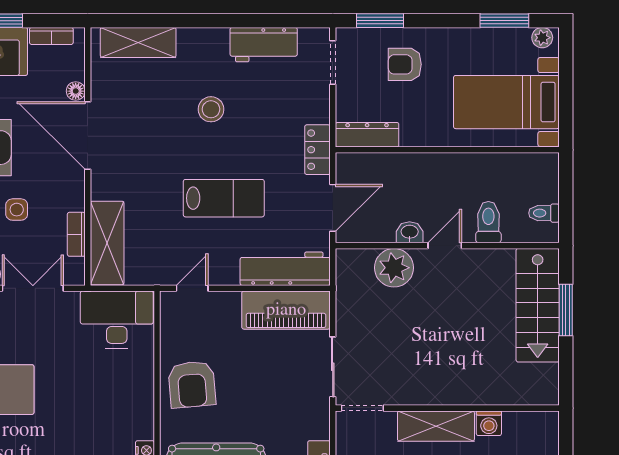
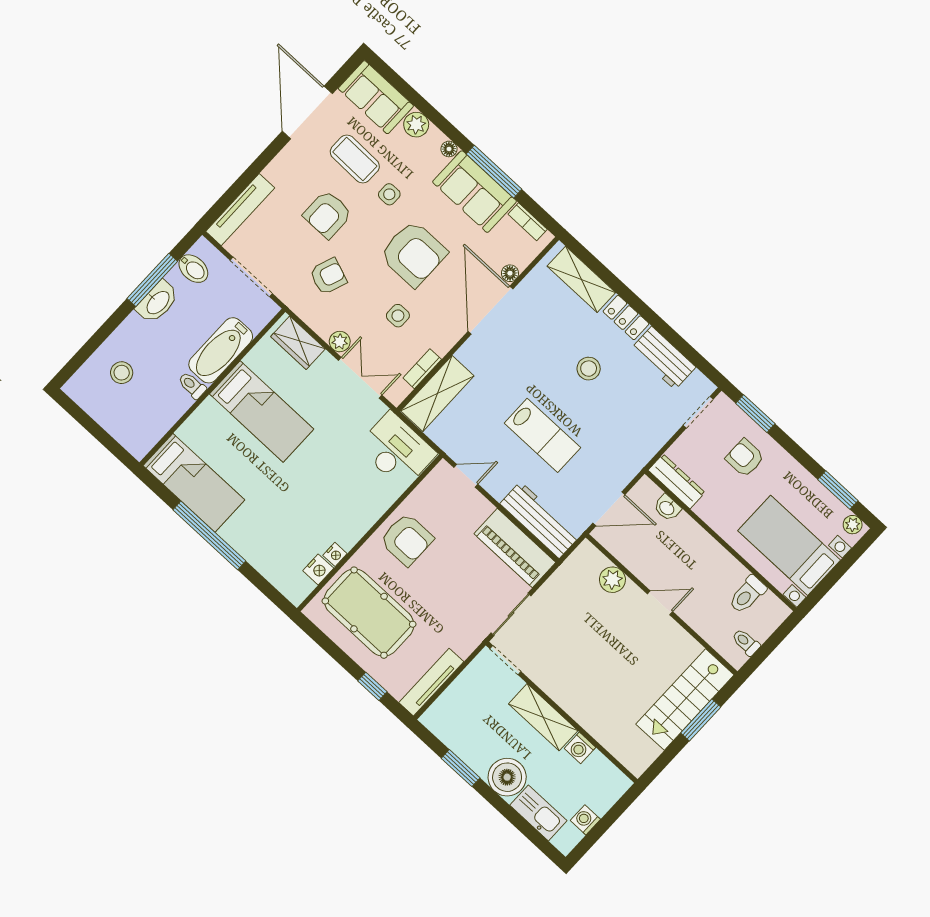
locker: (317, 150) -> (626, 318), moved, turned -90
toilet: (488, 222) -> (747, 595), moved, turned 180
washbasin: (410, 232) -> (667, 508), moved, turned 180
plant: (394, 268) -> (612, 580), width x0.73, depth x0.73
armchair: (192, 384) -> (407, 539), turned -85

